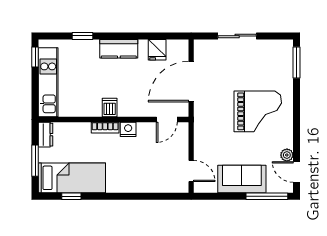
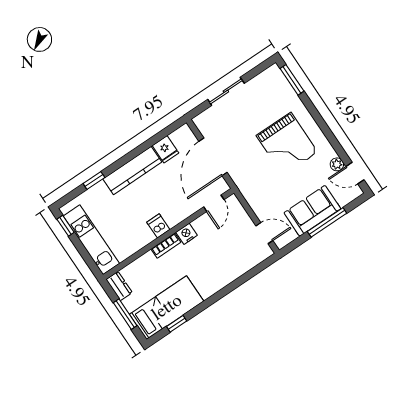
kitchen counter: (119, 49) -> (132, 170), width x1.50
grand piano: (258, 111) -> (287, 144), turned 90
window: (267, 196) -> (327, 222), moved

